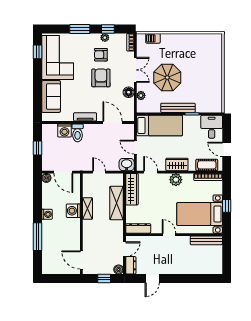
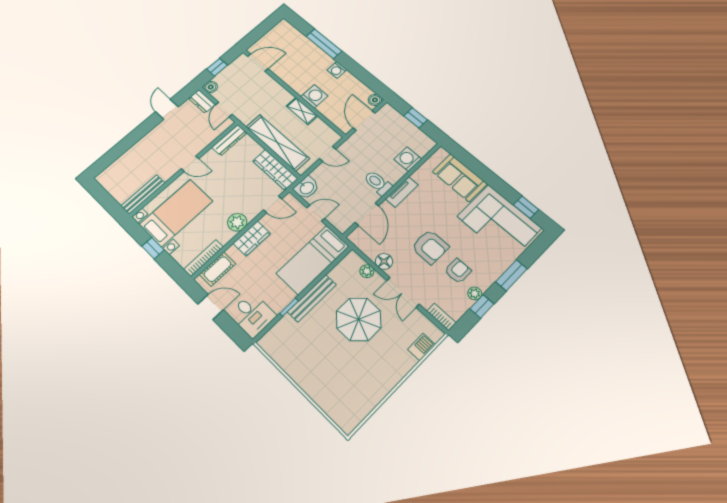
door: (113, 123) -> (367, 214), hinge flipped
toilet: (78, 133) -> (378, 183), moved
door: (63, 172) -> (364, 121), hinge flipped
shelving: (117, 203) -> (277, 143), width x1.47

